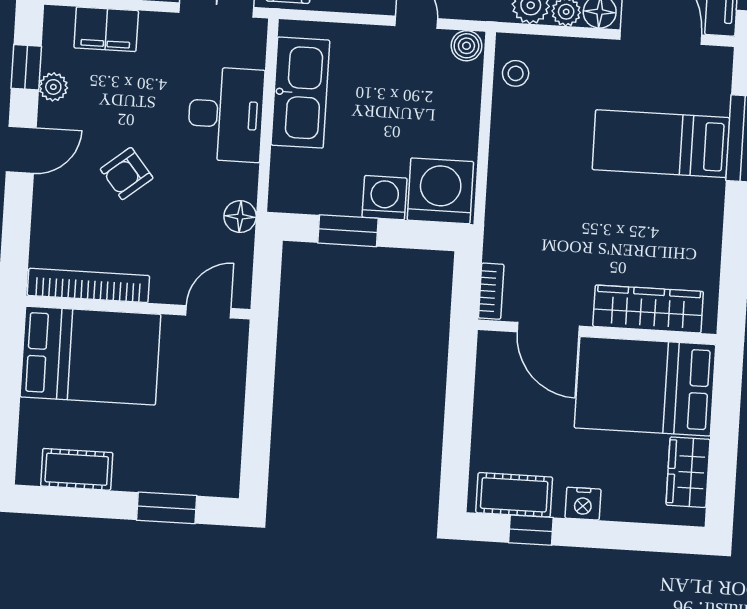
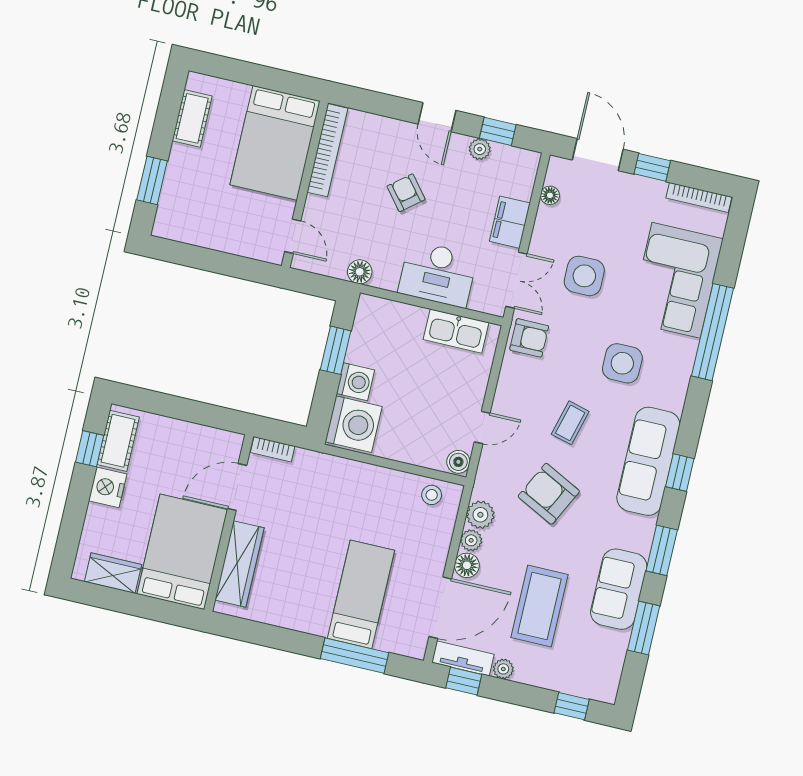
filing cabinet: (106, 29) -> (510, 222), moved
kitchen sink: (300, 93) -> (456, 331), width x0.73, depth x0.81
nightstand: (583, 504) -> (108, 487), width x1.36, depth x1.33

